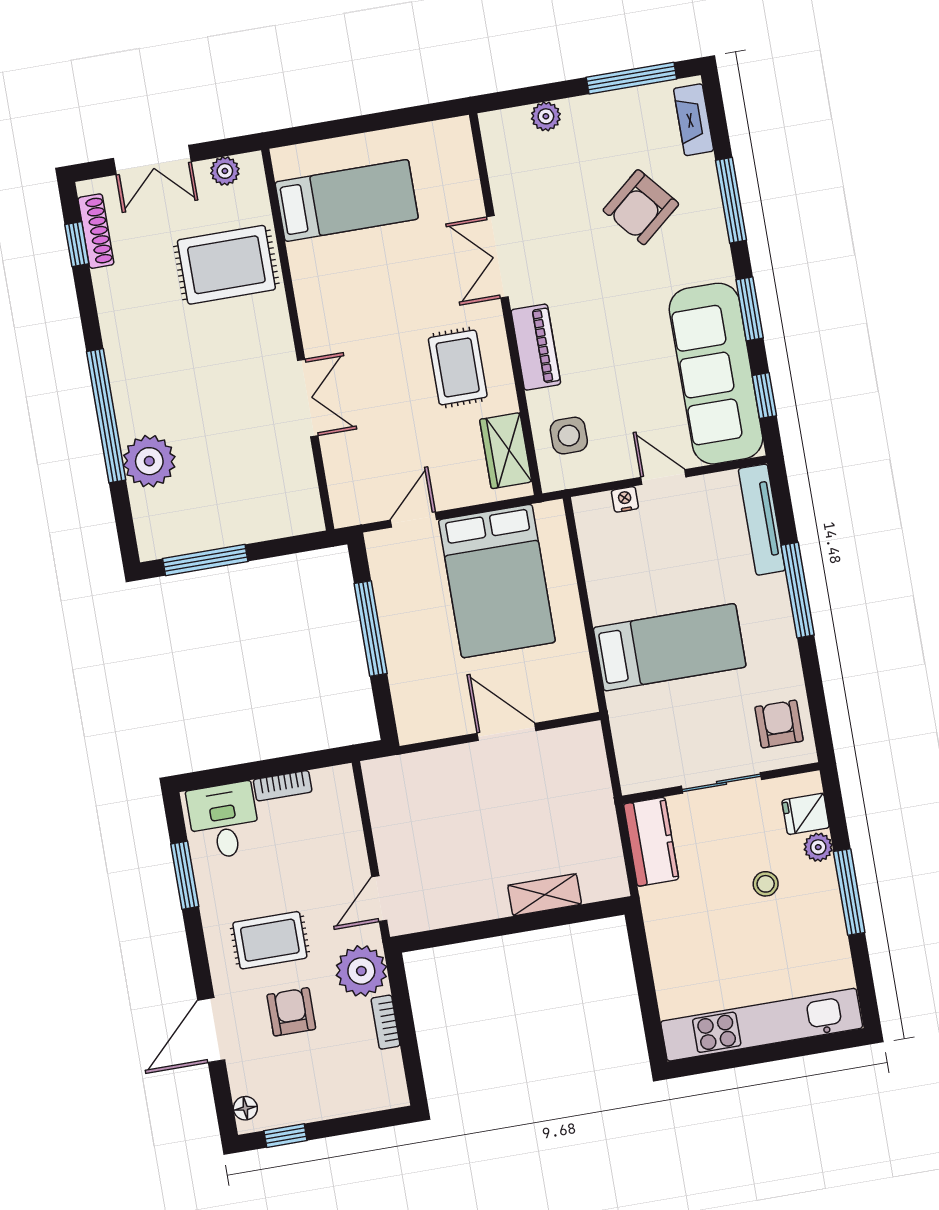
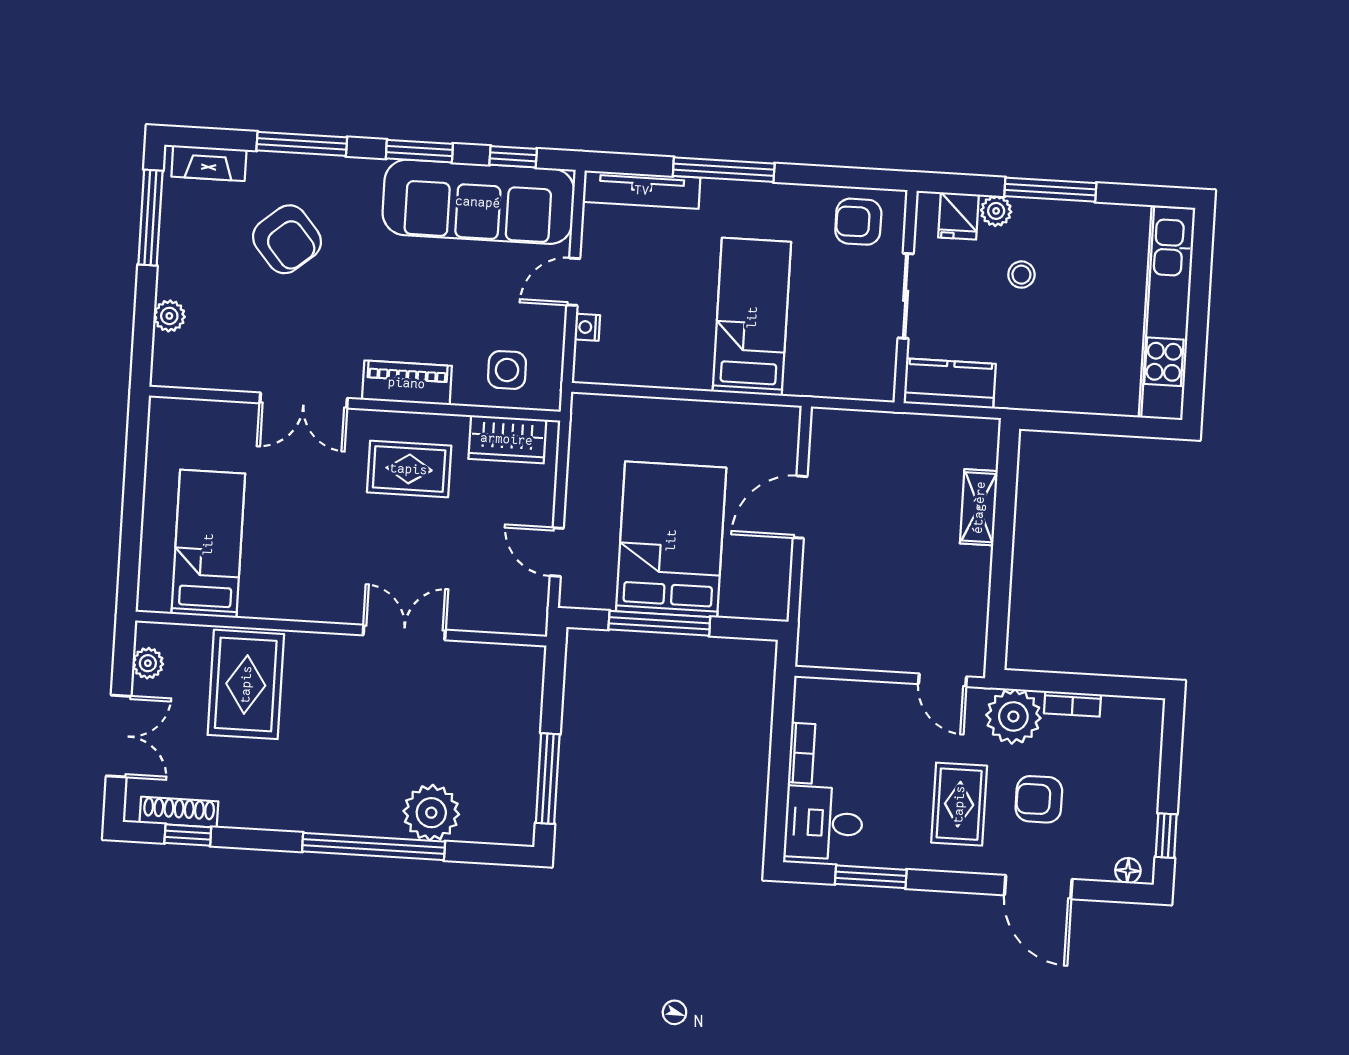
bed: (497, 581) -> (671, 540), moved, turned -90

